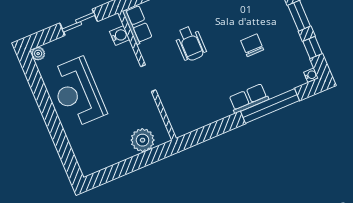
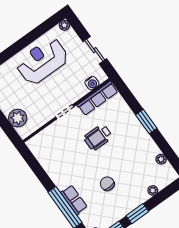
row of seats: (137, 25) -> (98, 98), width x1.48
chair: (252, 45) -> (107, 184), turned -90
row of seats: (249, 98) -> (74, 200), moved

